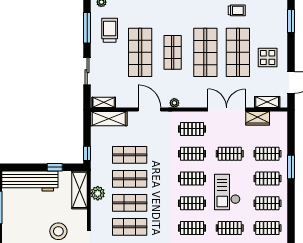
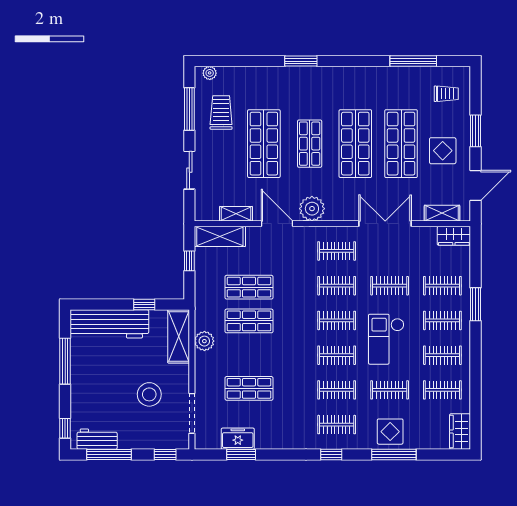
trolley: (237, 10) -> (446, 94), moved
window: (291, 21) -> (476, 131), moved
shelving: (104, 102) -> (236, 214), moved
plant: (174, 103) -> (312, 209), width x1.88, depth x1.88
wardrobe: (258, 118) -> (454, 236), moved
window: (87, 153) -> (189, 261), moved
shop shelf: (130, 203) -> (249, 355), removed

